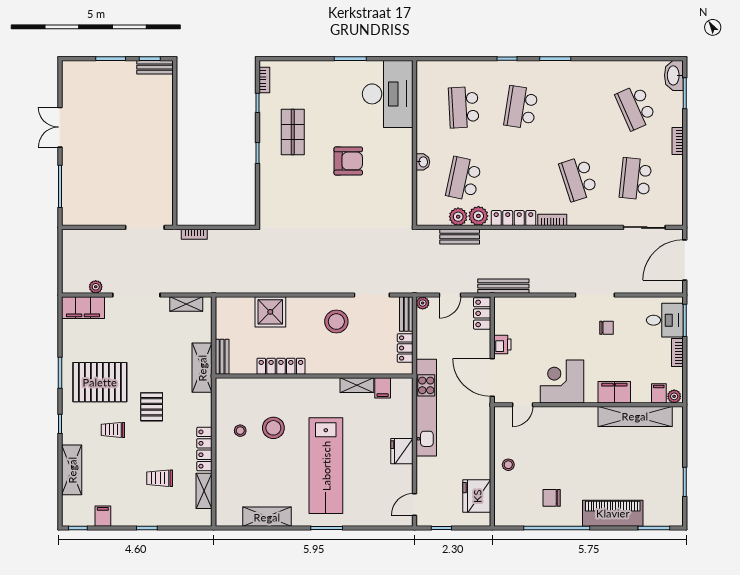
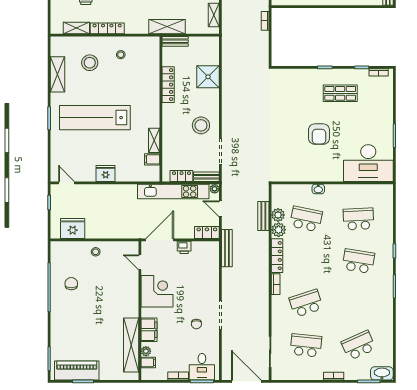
plant: (674, 396) -> (146, 351), moved
kitchen unit: (426, 408) -> (173, 191), moved
stool: (273, 428) -> (90, 63), moved
piano: (613, 513) -> (77, 371), moved, turned -90

